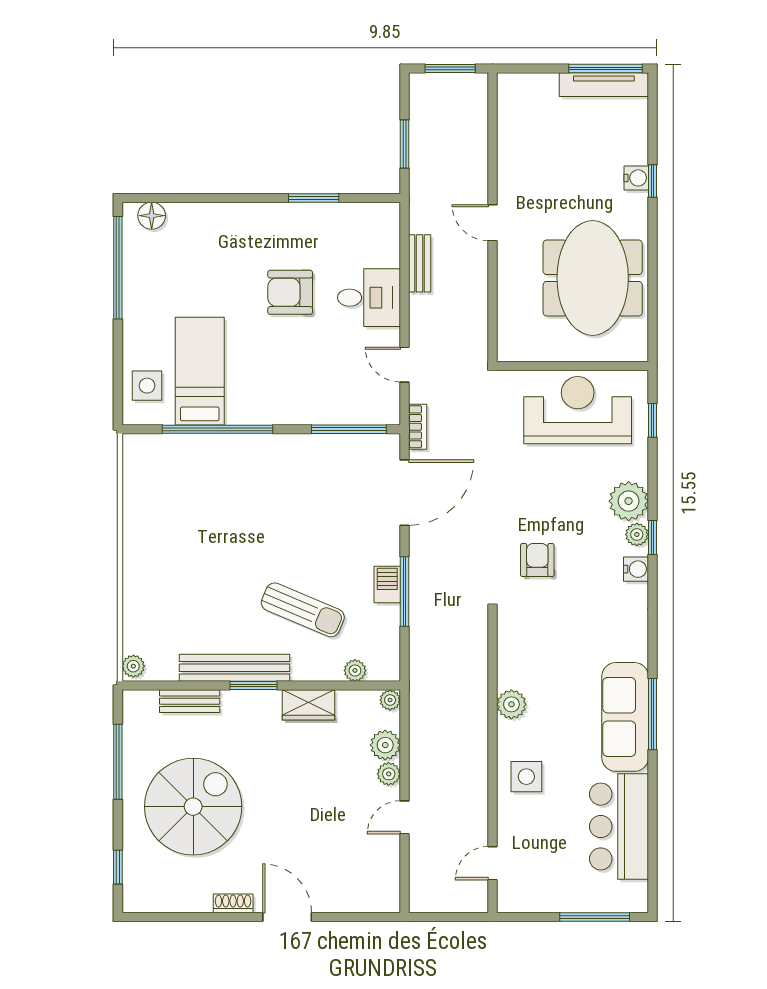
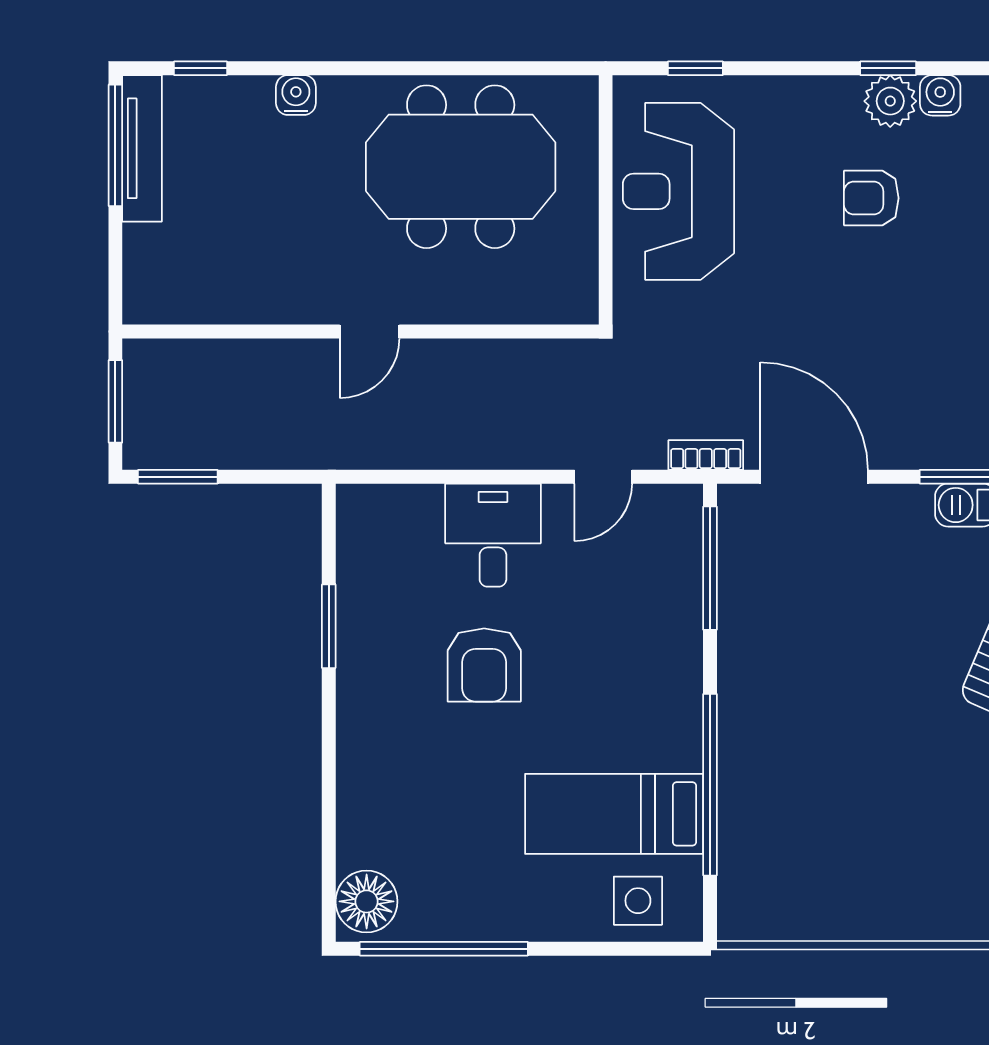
window: (404, 144) -> (178, 477), moved
window: (652, 181) -> (200, 68), moved
floor lamp: (152, 216) -> (367, 901), width x1.38, depth x1.38
bench: (420, 263) -> (436, 452), removed
plant: (629, 501) -> (828, 108), removed
plant: (637, 534) -> (890, 101), width x1.38, depth x1.38
armchair: (537, 560) -> (871, 198), moved

